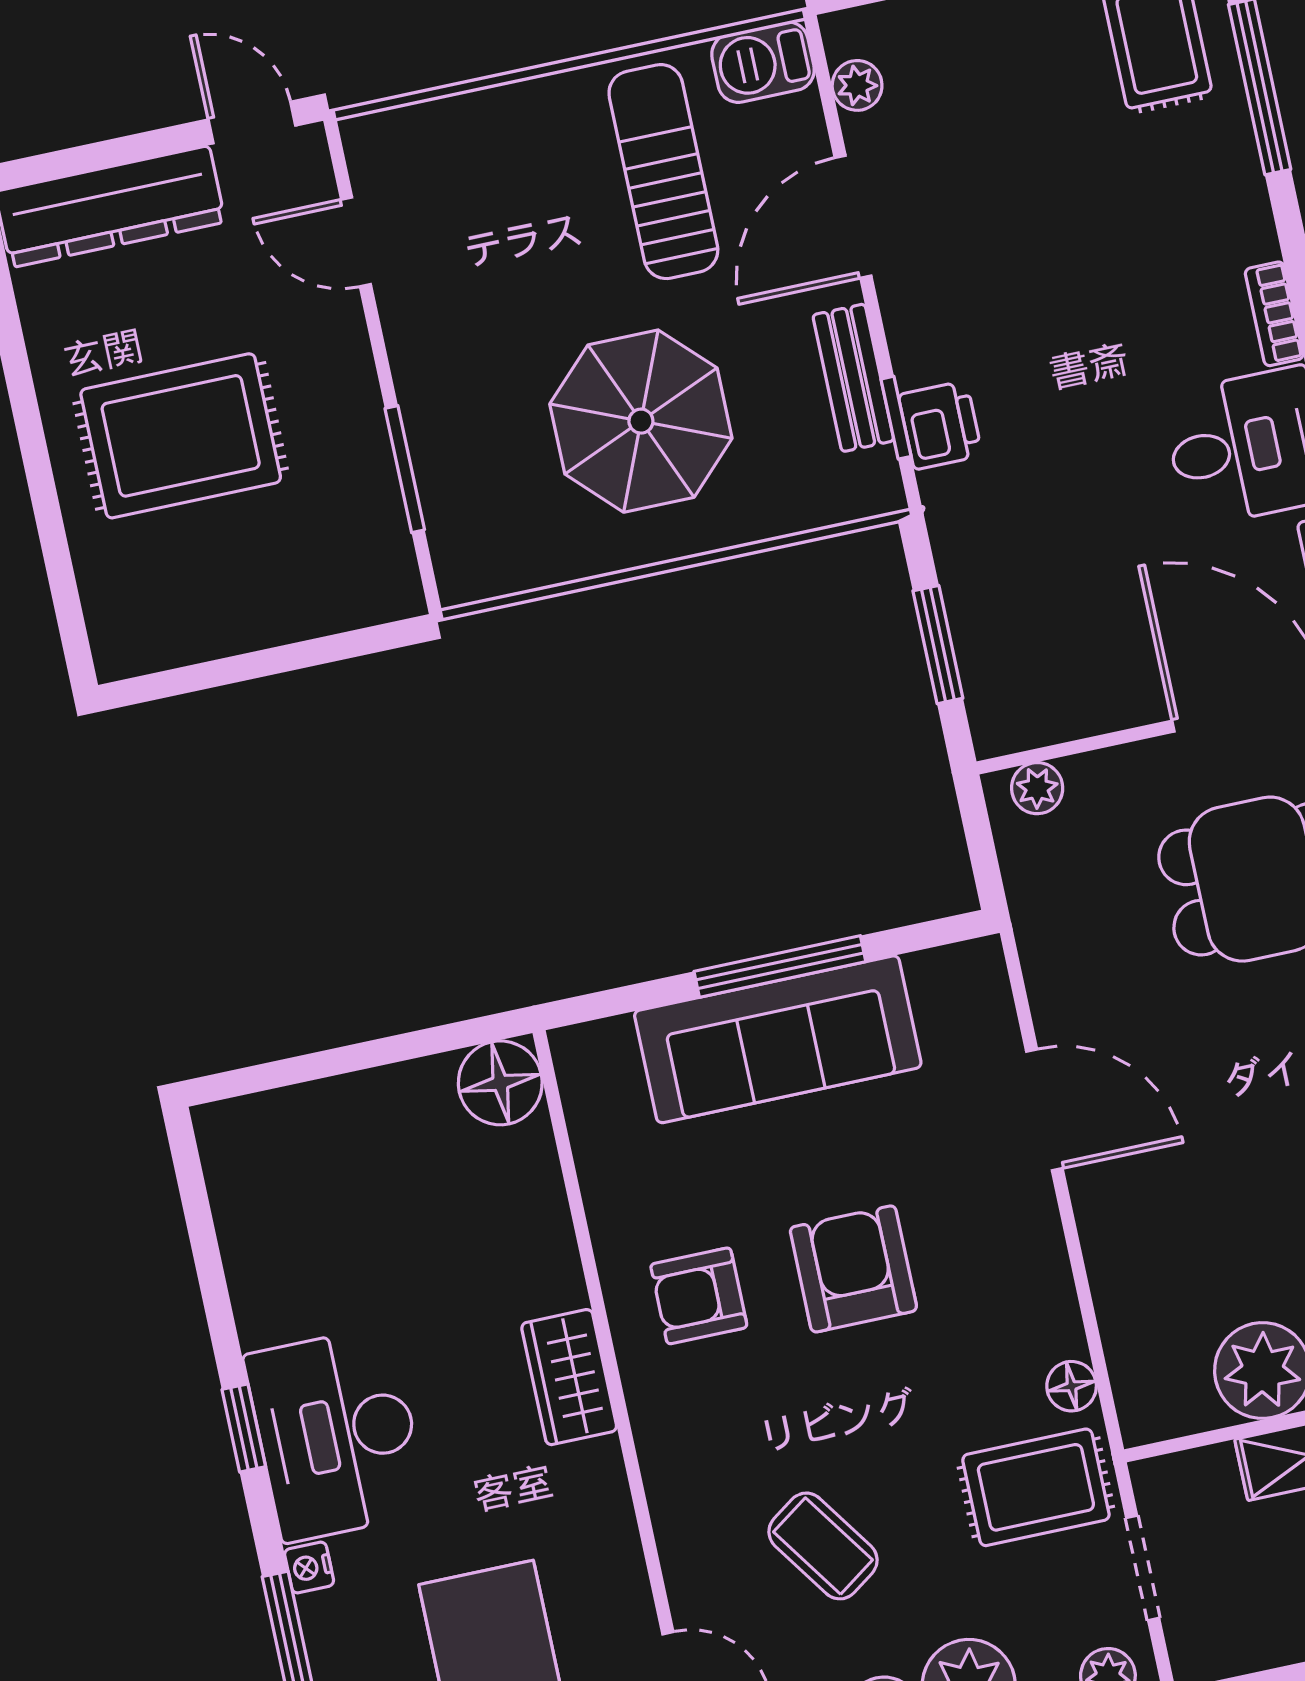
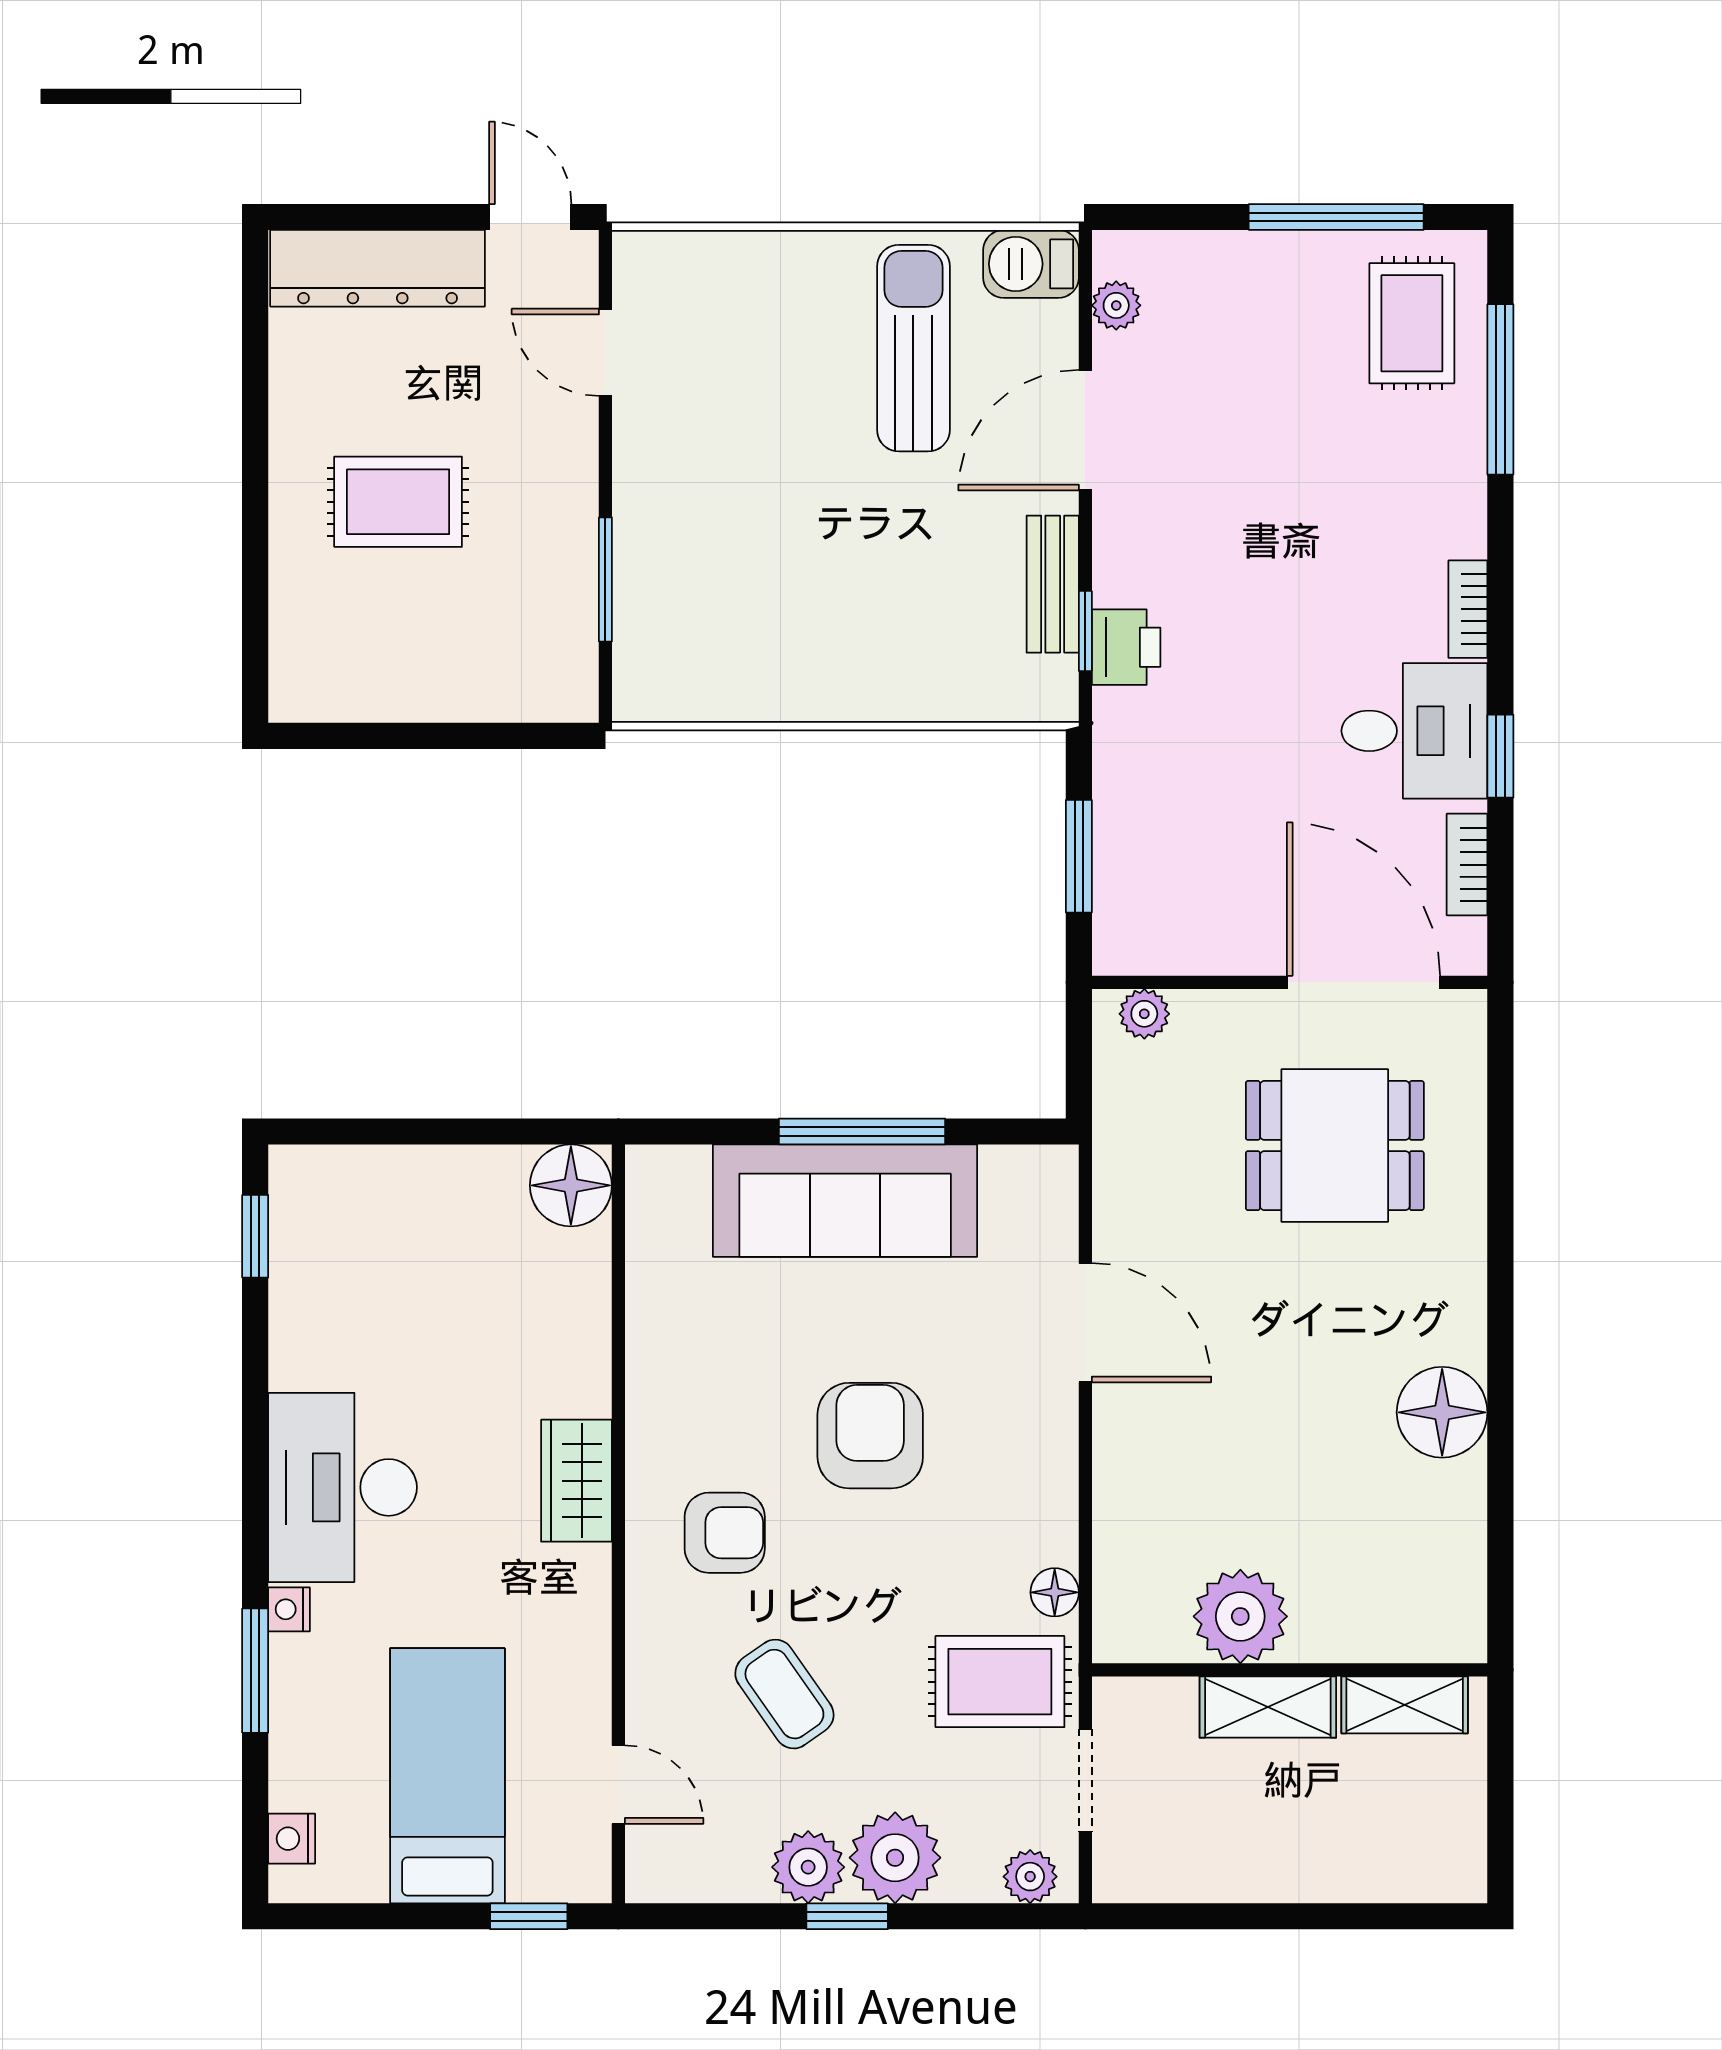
parasol: (641, 421) -> (841, 582), removed
rug: (181, 436) -> (398, 502), width x0.73, depth x0.70
armchair: (699, 1296) -> (725, 1533), moved, turned 180
window: (244, 1428) -> (255, 1236), moved

